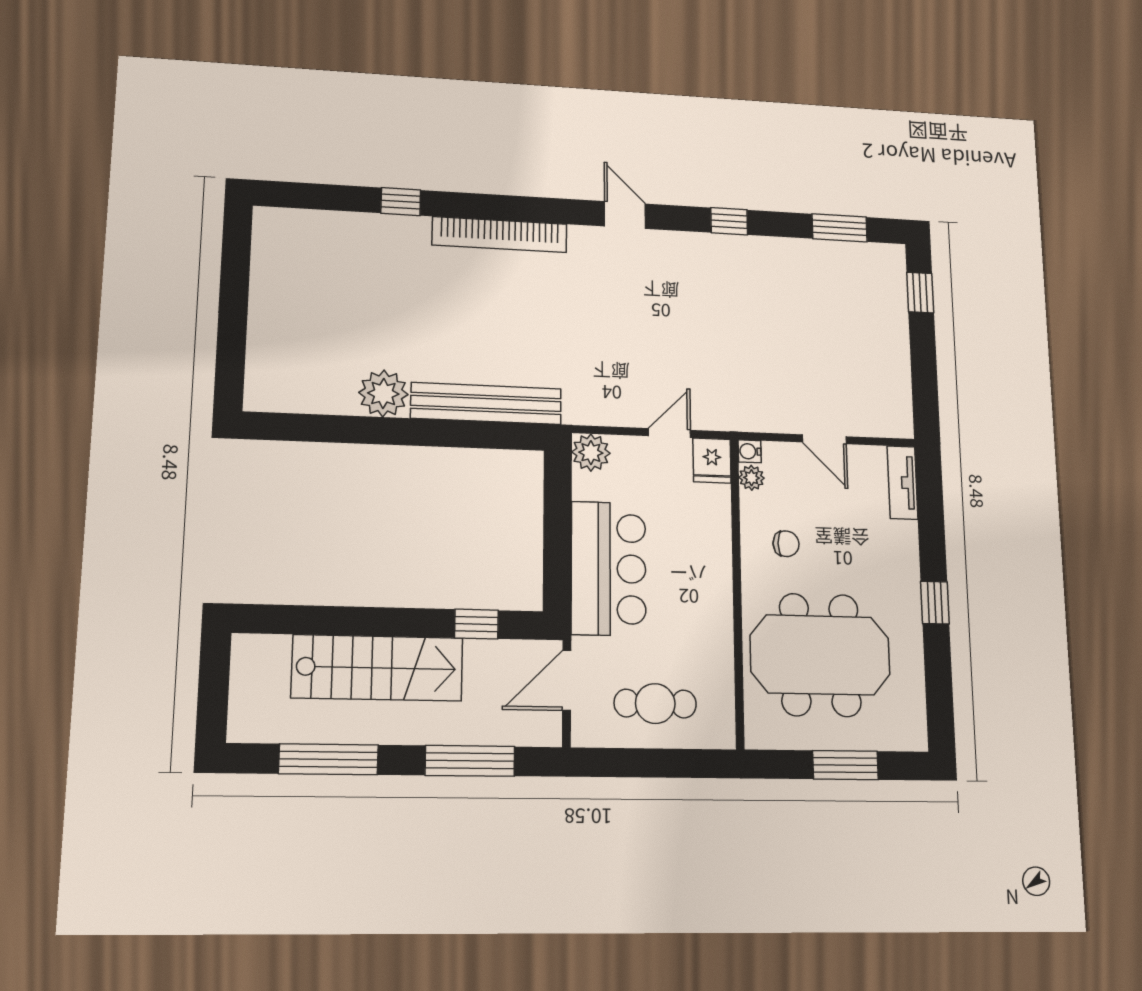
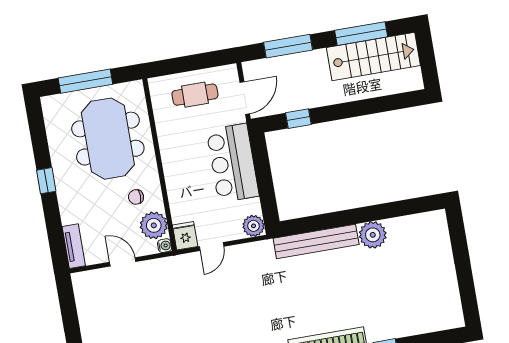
plant: (752, 478) -> (154, 225), width x1.87, depth x1.87
meeting table: (820, 655) -> (108, 139), turned 90
stairs: (377, 668) -> (373, 56), moved, turned 180
window: (845, 765) -> (85, 81), width x1.44

